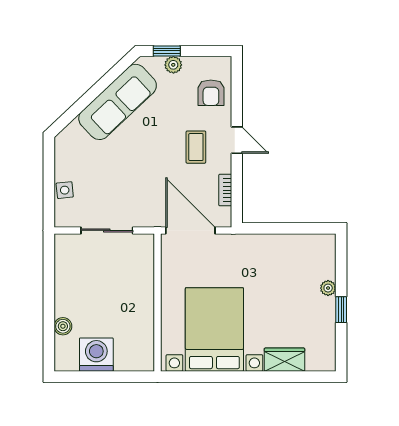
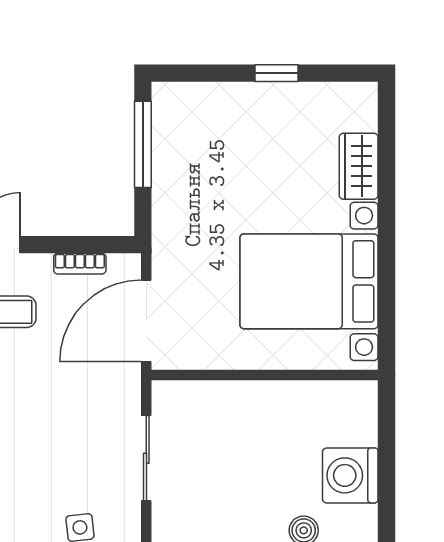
window: (298, 228) -> (143, 144), added
plant: (328, 288) -> (241, 95), removed

